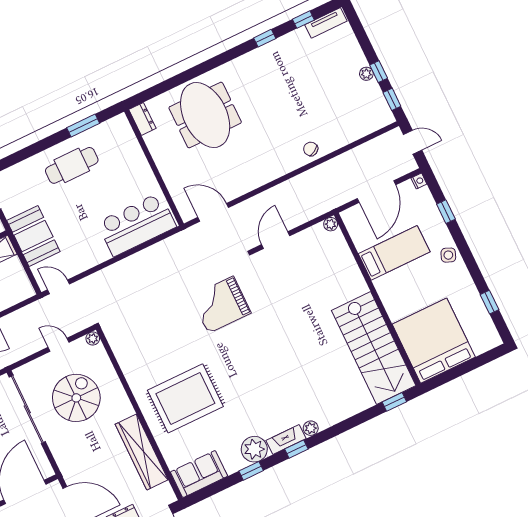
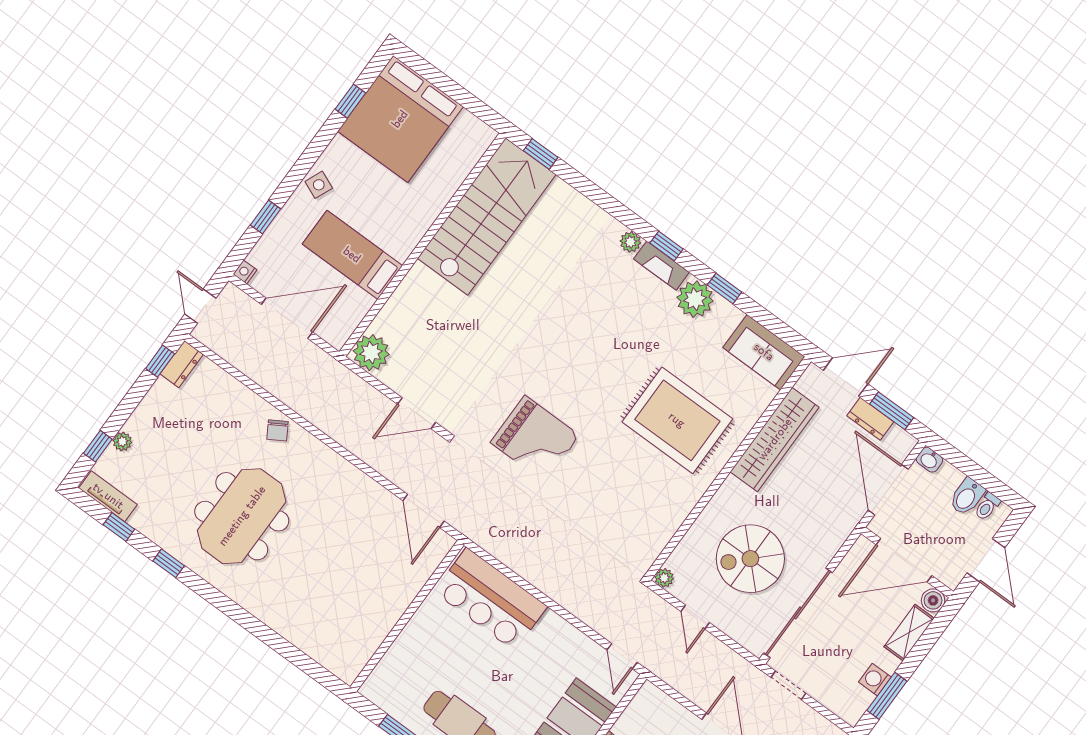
window: (379, 72) -> (98, 446), moved
plant: (366, 74) -> (122, 442), moved
meeting table: (205, 115) -> (242, 516), moved
dresser: (142, 119) -> (182, 364), moved, turned 180
plant: (331, 224) -> (371, 353), width x1.87, depth x1.87
bed: (434, 341) -> (400, 119), moved

